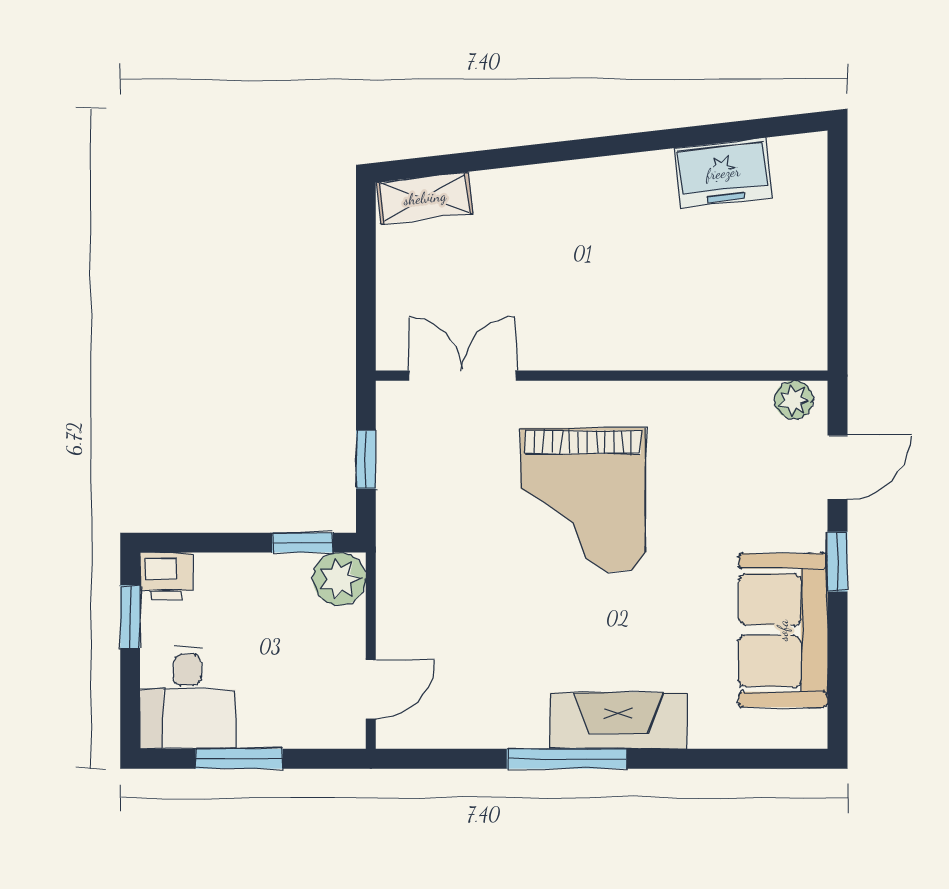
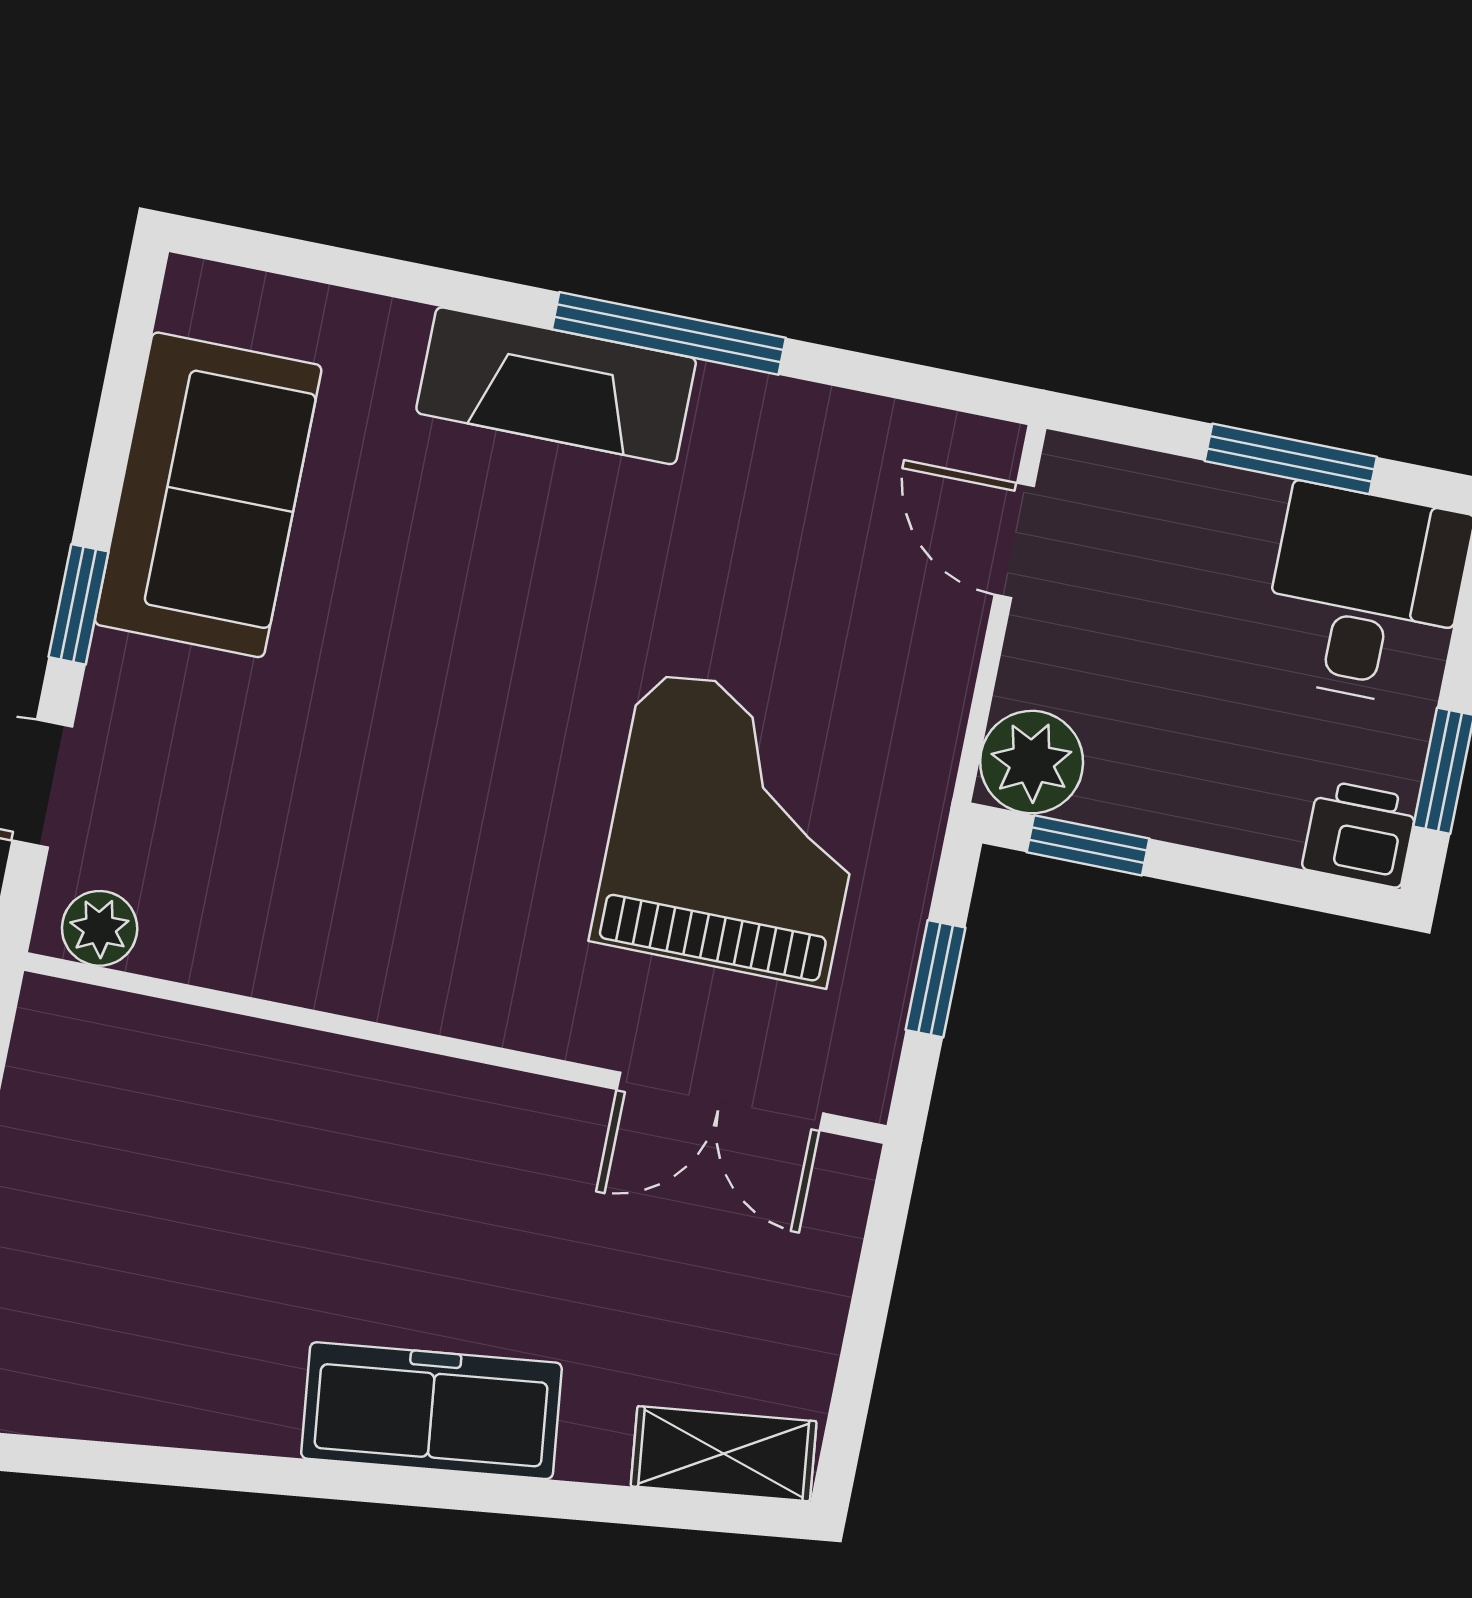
freezer: (723, 173) -> (431, 1411), moved, width x1.40
grand piano: (583, 500) -> (735, 828), moved
door: (371, 689) -> (1014, 540), hinge flipped

